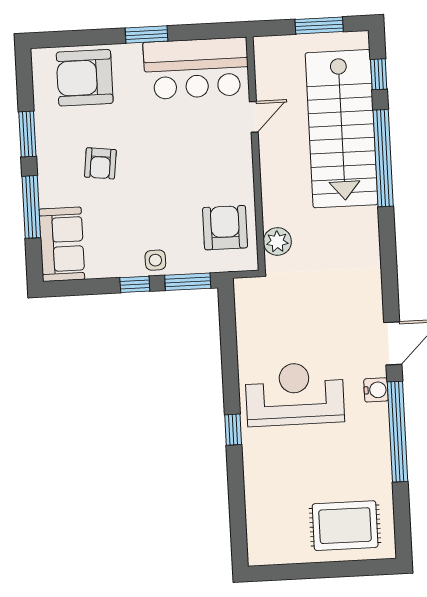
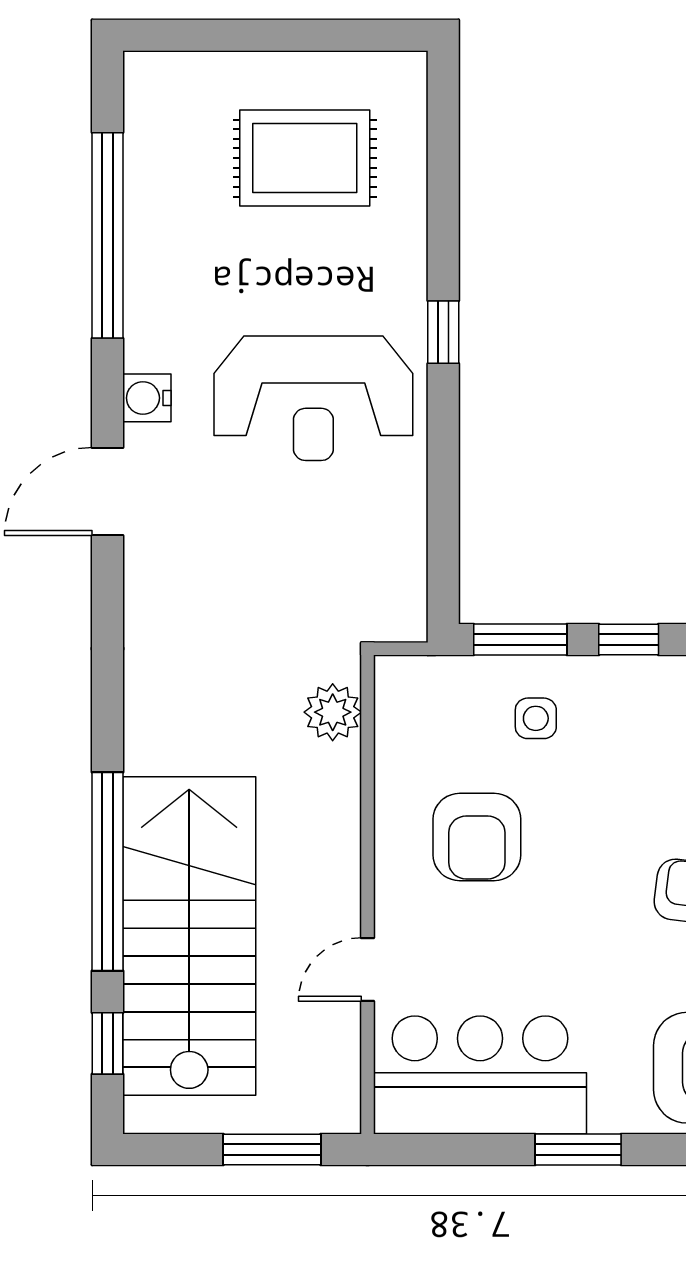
window: (319, 26) -> (272, 1149), moved
armchair: (225, 228) -> (477, 837), moved
side table: (155, 260) -> (536, 718), moved
window: (397, 432) -> (107, 235), moved
rug: (345, 526) -> (305, 158), moved

